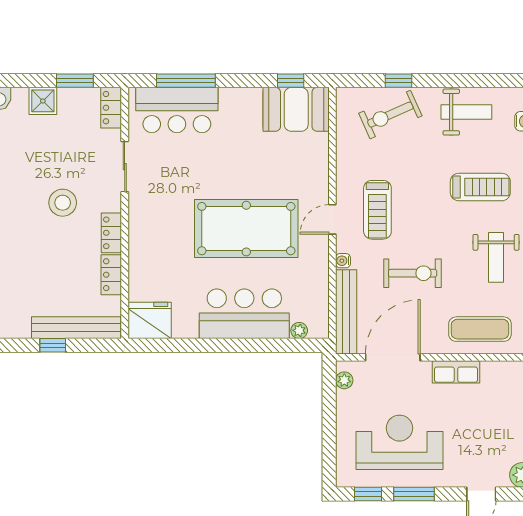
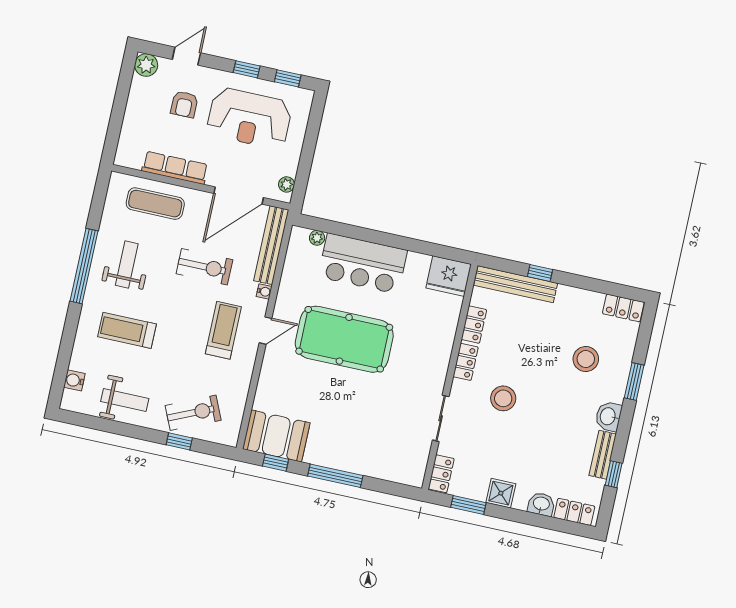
window: (186, 81) -> (335, 476), moved
bar counter: (177, 110) -> (383, 459), removed
weight bench: (466, 112) -> (125, 400), turned 180
exercise bike: (413, 273) -> (204, 267), turned 180
row of seats: (456, 372) -> (175, 168), width x1.48
armchair: (472, 442) -> (184, 104), added
window: (414, 494) -> (247, 69), width x0.67

